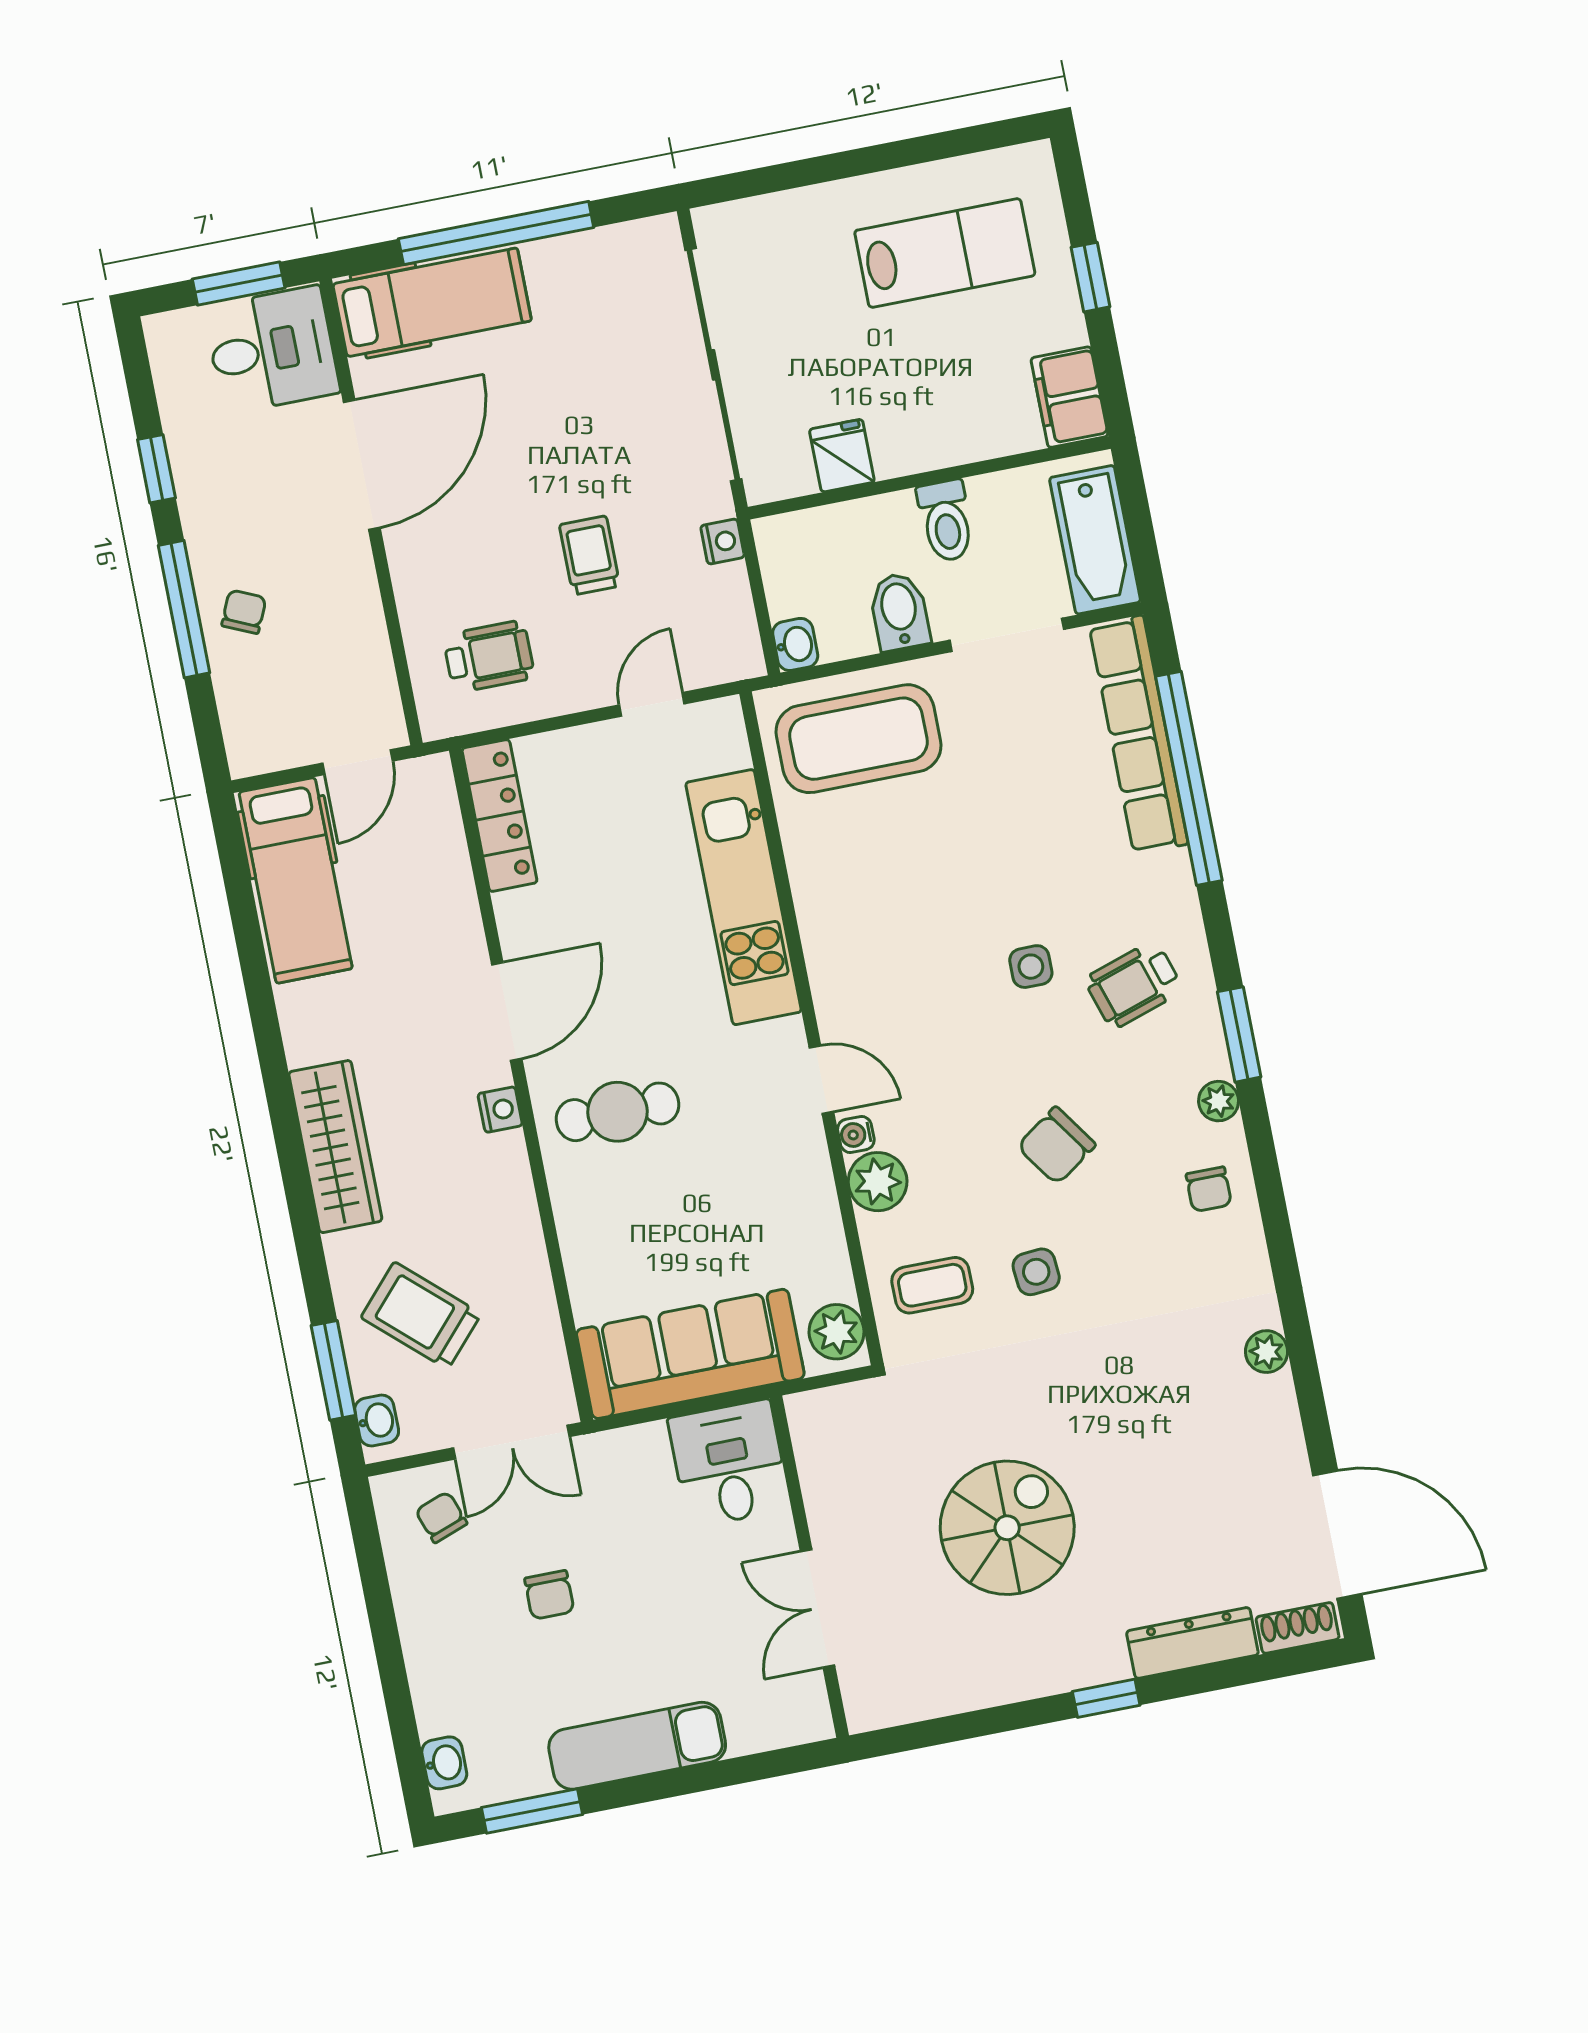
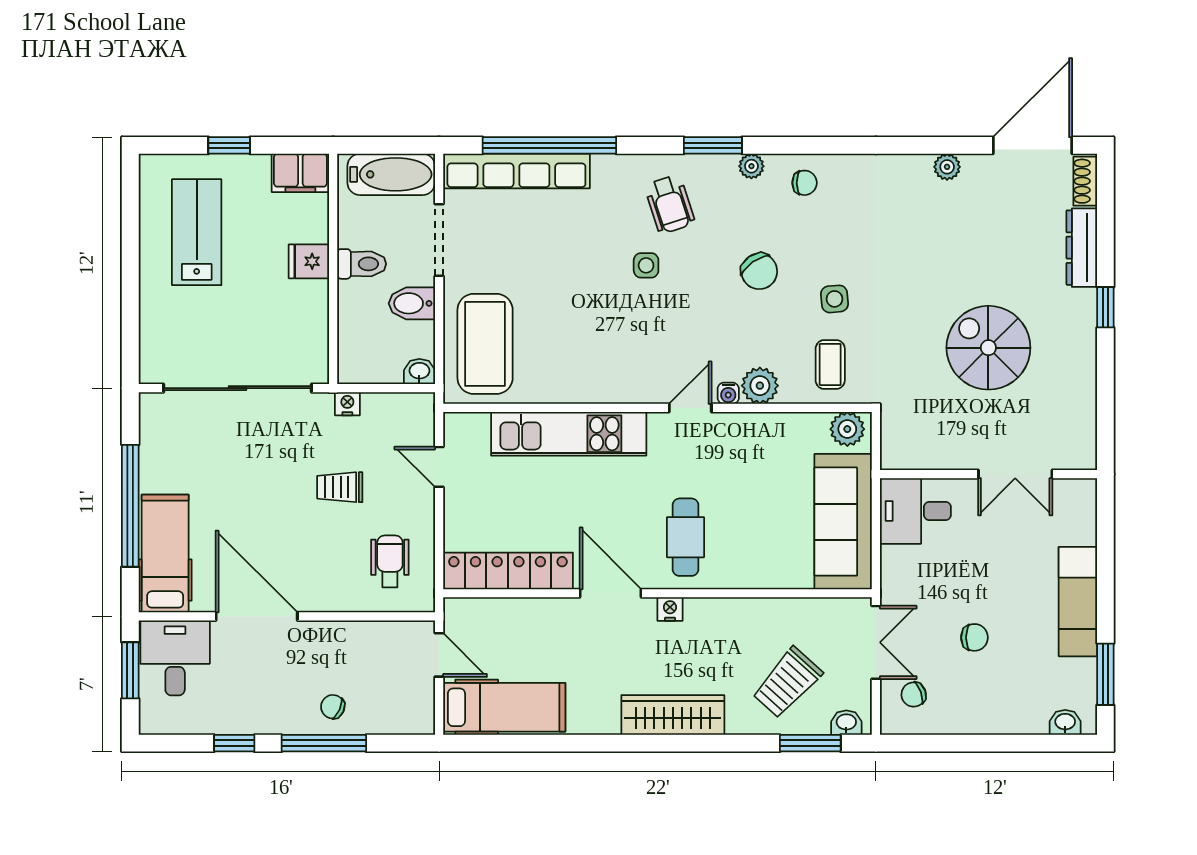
fridge: (842, 456) -> (309, 261), moved
locker: (499, 815) -> (508, 571), width x1.41, depth x1.21
plant: (1267, 1352) -> (947, 167), moved

